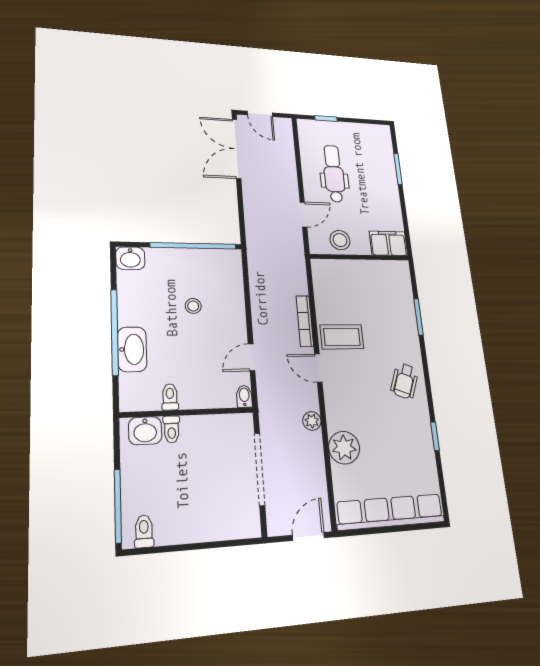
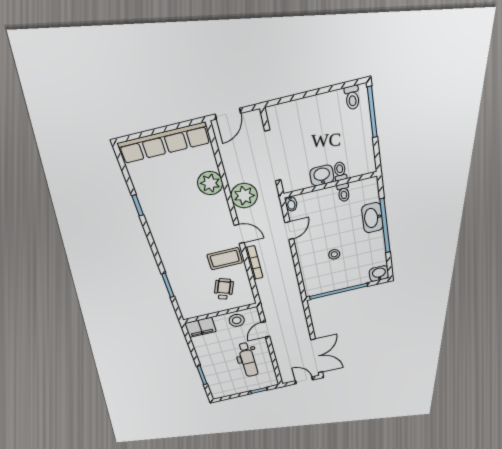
wheelchair: (405, 381) -> (224, 289), moved
plant: (312, 421) -> (244, 196), width x1.88, depth x1.88
washbasin: (145, 431) -> (322, 175), moved

